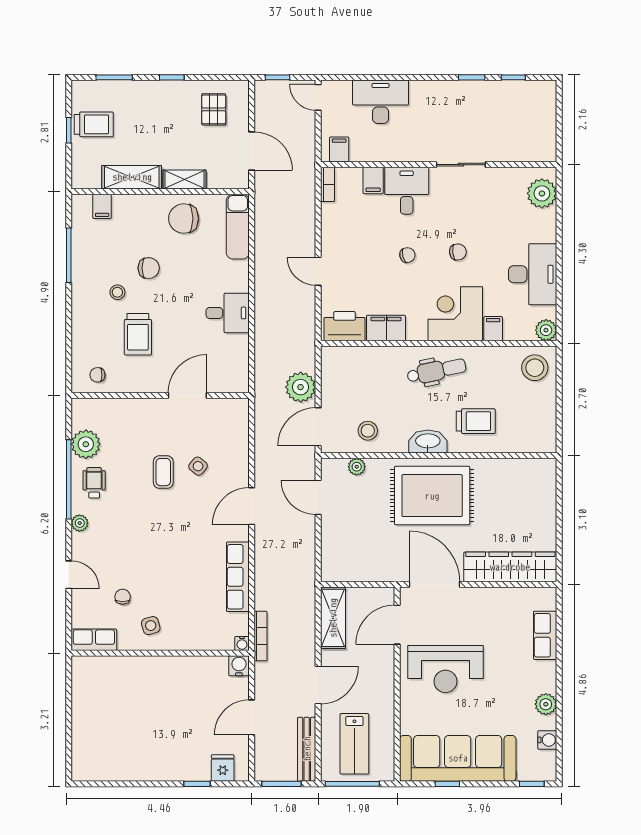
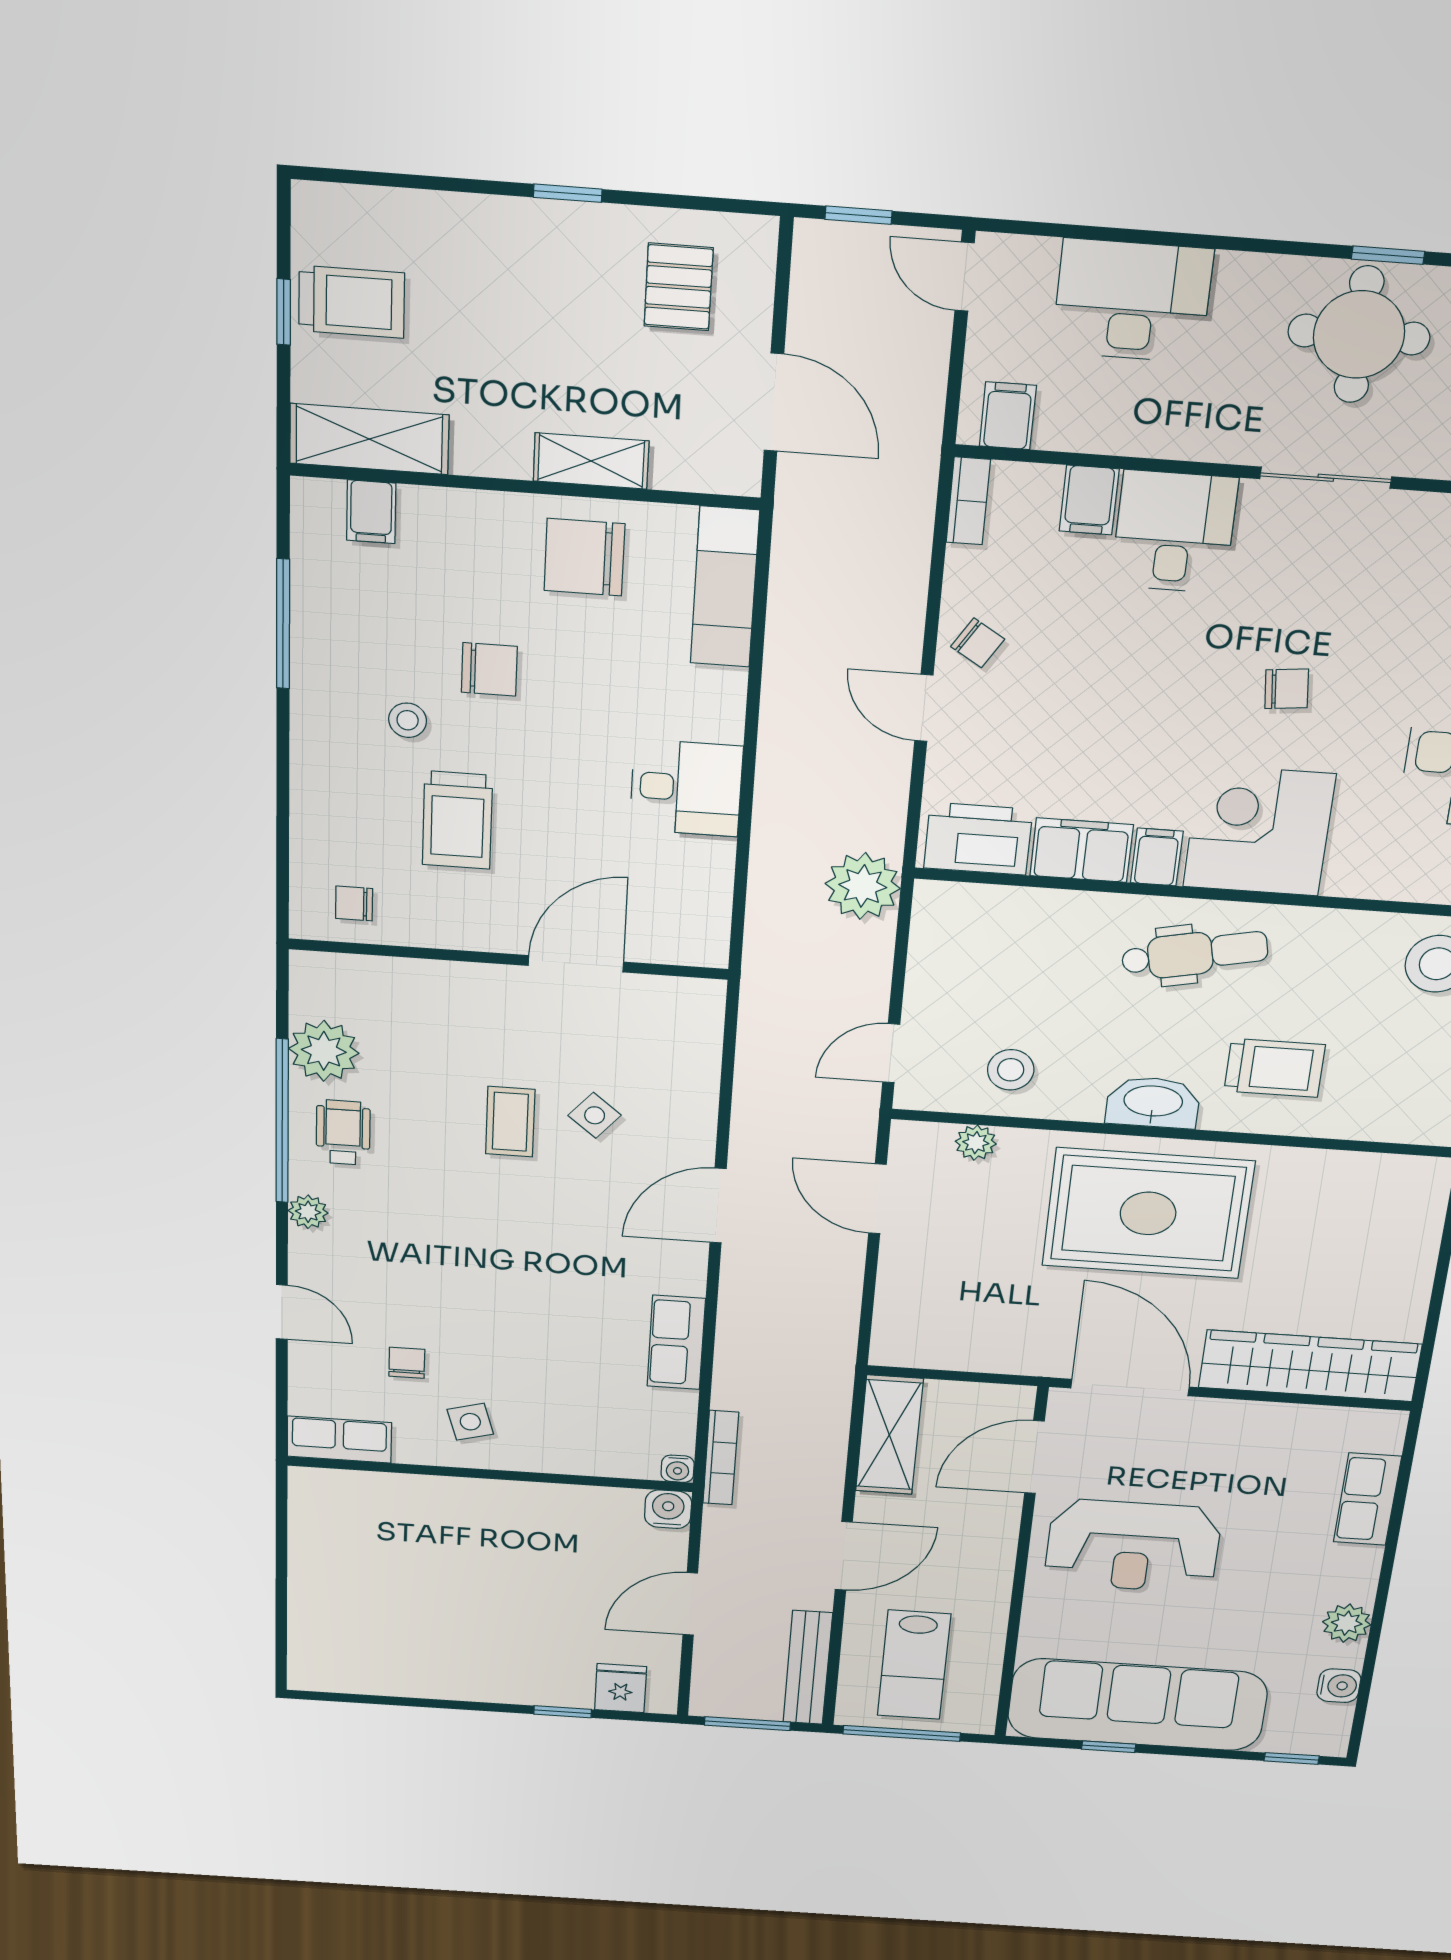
window: (114, 77) -> (409, 181), removed
round table: (465, 108) -> (1359, 335), added
shelving: (132, 177) -> (369, 439), moved
chair: (407, 255) -> (978, 643), moved, turned 46
filing cabinet: (493, 329) -> (1157, 857), moved
plant: (301, 387) -> (863, 886), moved
door: (318, 427) -> (891, 1053), width x0.73
row of seats: (238, 577) -> (676, 1342), width x0.68

